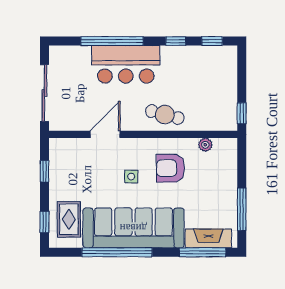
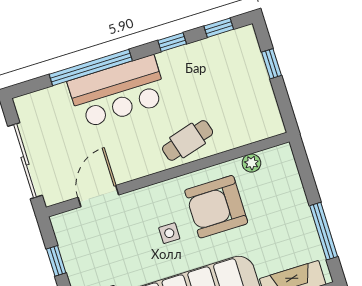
window: (242, 113) -> (272, 64), moved
cafe table: (165, 115) -> (188, 140), turned -31
door: (105, 134) -> (98, 196), moved
armchair: (171, 168) -> (216, 207), width x1.36, depth x1.36

